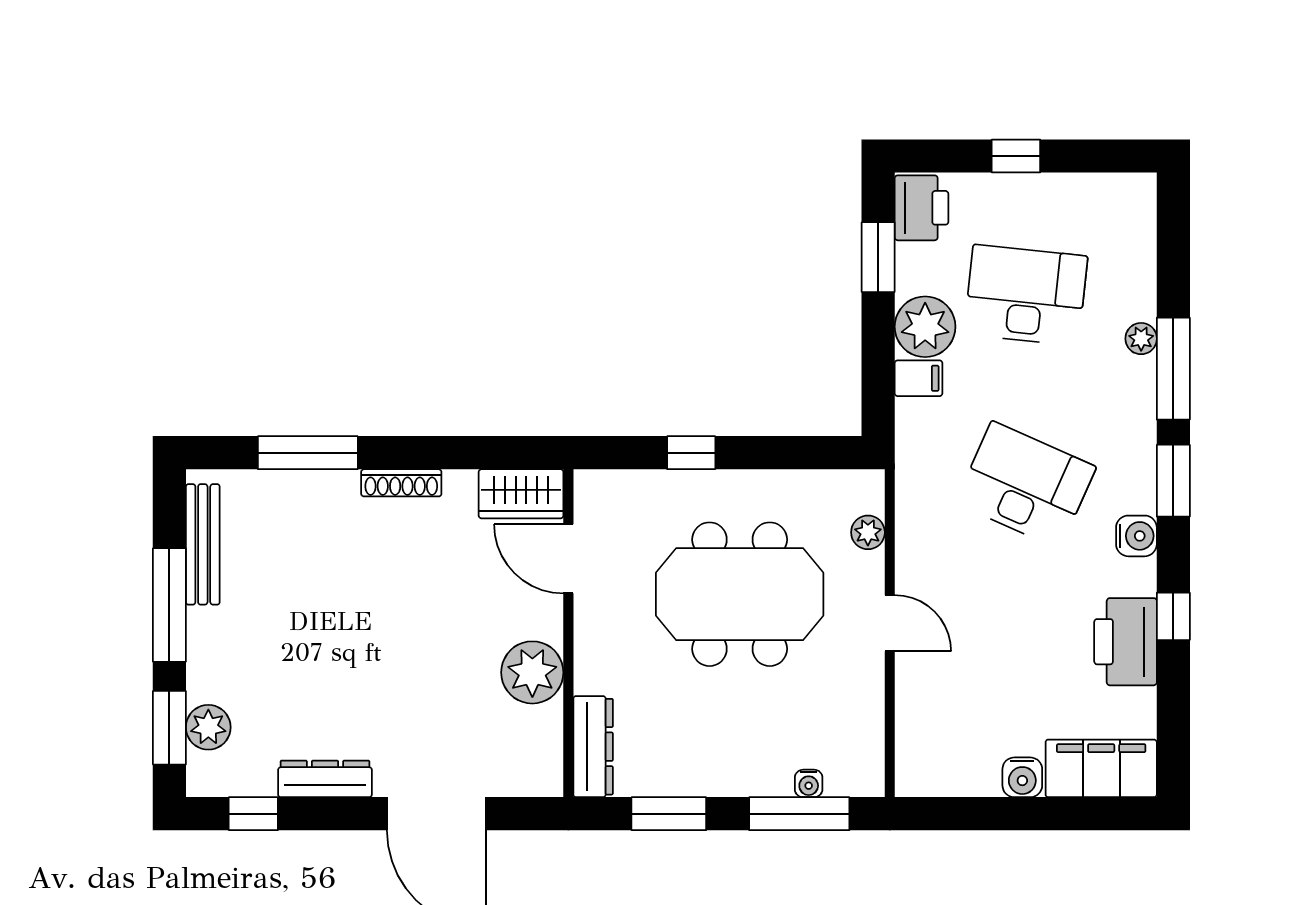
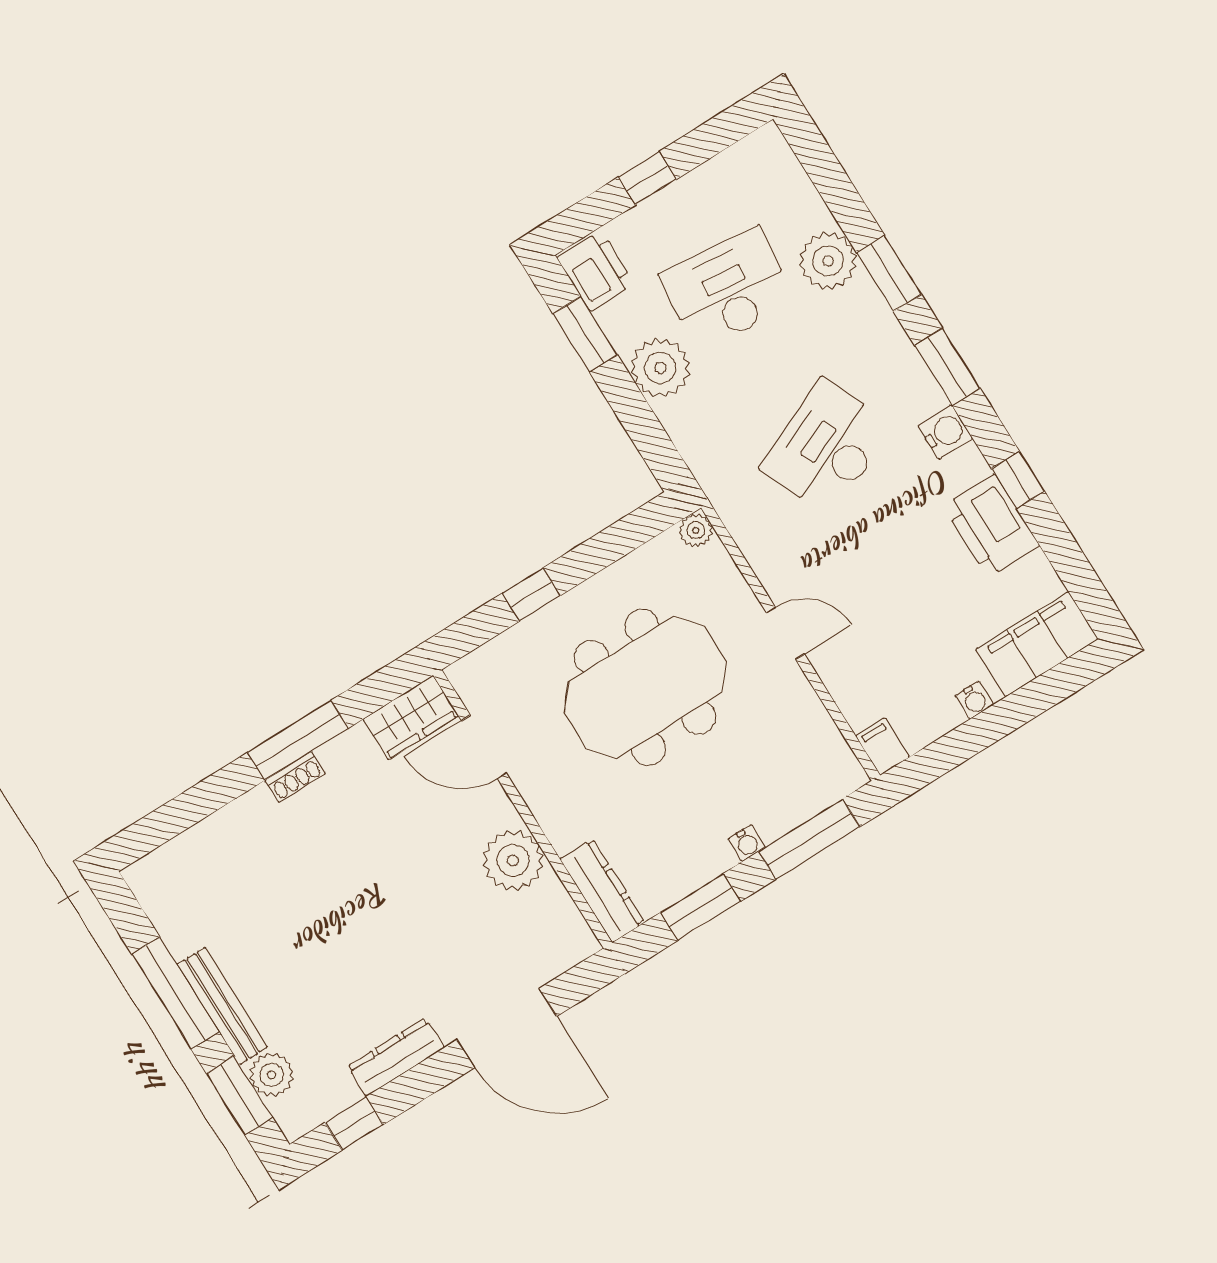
plant: (1141, 339) -> (828, 261), width x1.88, depth x1.88
window: (1173, 369) -> (889, 273), width x0.69
filing cabinet: (919, 378) -> (883, 747), moved, turned -90
window: (308, 453) -> (298, 740), moved
shoe rack: (401, 483) -> (295, 777), width x0.70
desk: (1026, 485) -> (827, 447), turned -48
plant: (868, 532) -> (696, 530), moved
bench: (203, 544) -> (222, 1006), moved
water cooler: (1022, 777) -> (974, 700), width x0.72, depth x0.72
water cooler: (809, 783) -> (747, 843), moved

